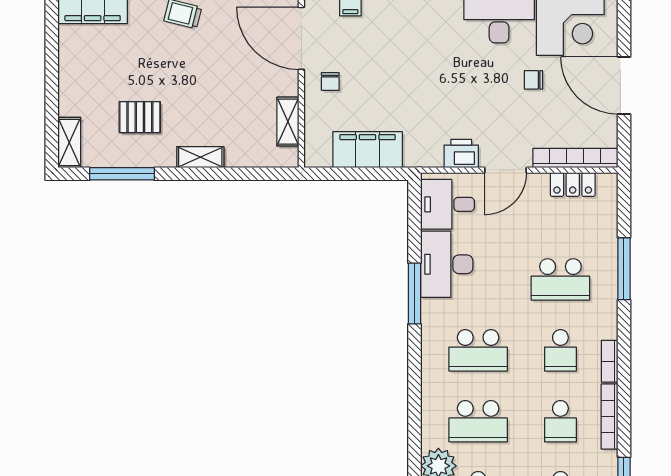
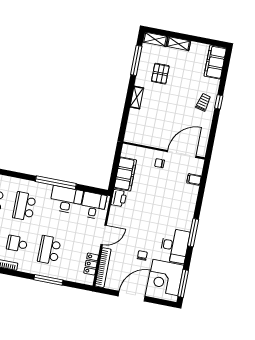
shelving: (288, 122) -> (179, 44), moved
printer: (461, 154) -> (119, 198), moved
door: (506, 170) -> (104, 235), swing flipped
window: (415, 294) -> (56, 183), width x1.46

